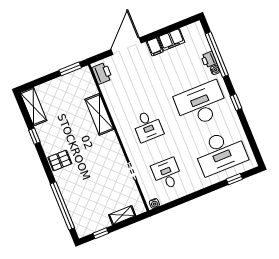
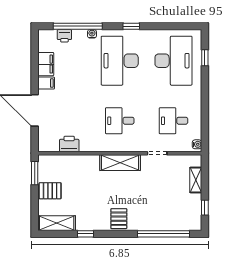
printer: (209, 59) -> (64, 36), moved
printer: (102, 73) -> (69, 144), moved
pallet: (60, 89) -> (50, 191), added
shelving: (99, 114) -> (120, 163), moved
desk: (148, 126) -> (120, 121), turned 180

